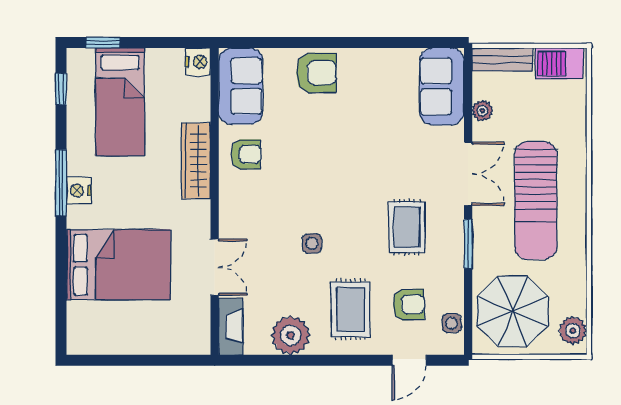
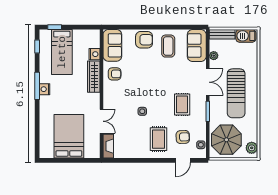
nightstand: (198, 62) -> (94, 54), moved
coffee table: (374, 88) -> (168, 46), added
bed: (118, 265) -> (69, 136), moved, turned -90
plant: (290, 335) -> (133, 150), removed

